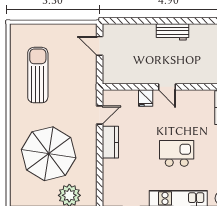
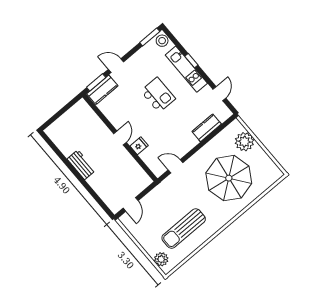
plant: (27, 32) -> (161, 259), added
kitchen counter: (110, 142) -> (207, 128), moved
kitchen island: (177, 153) -> (158, 95), turned 180

